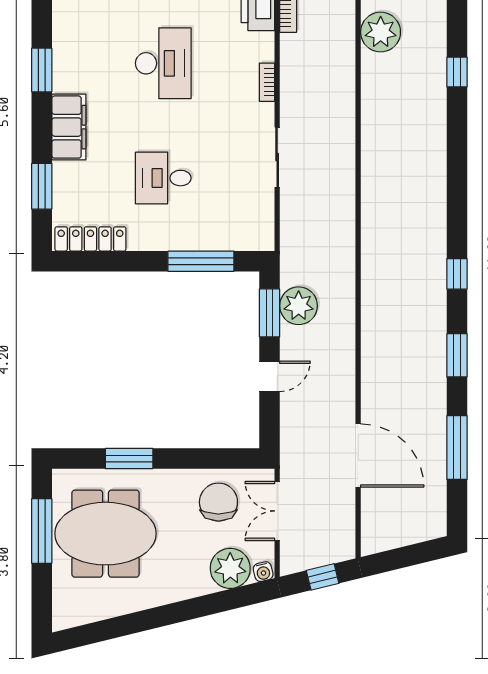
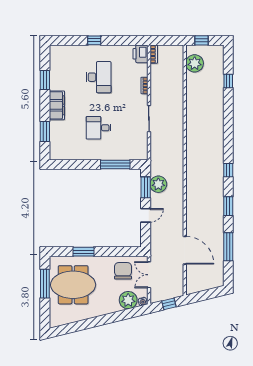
locker: (90, 239) -> (66, 155), removed

